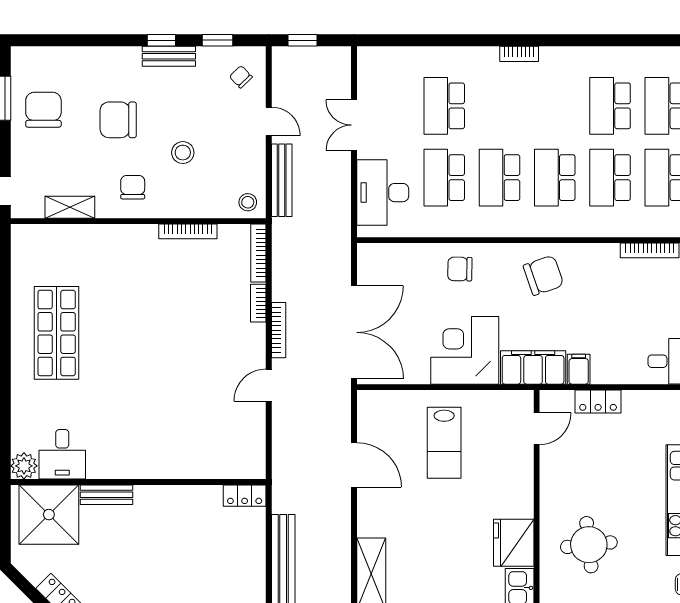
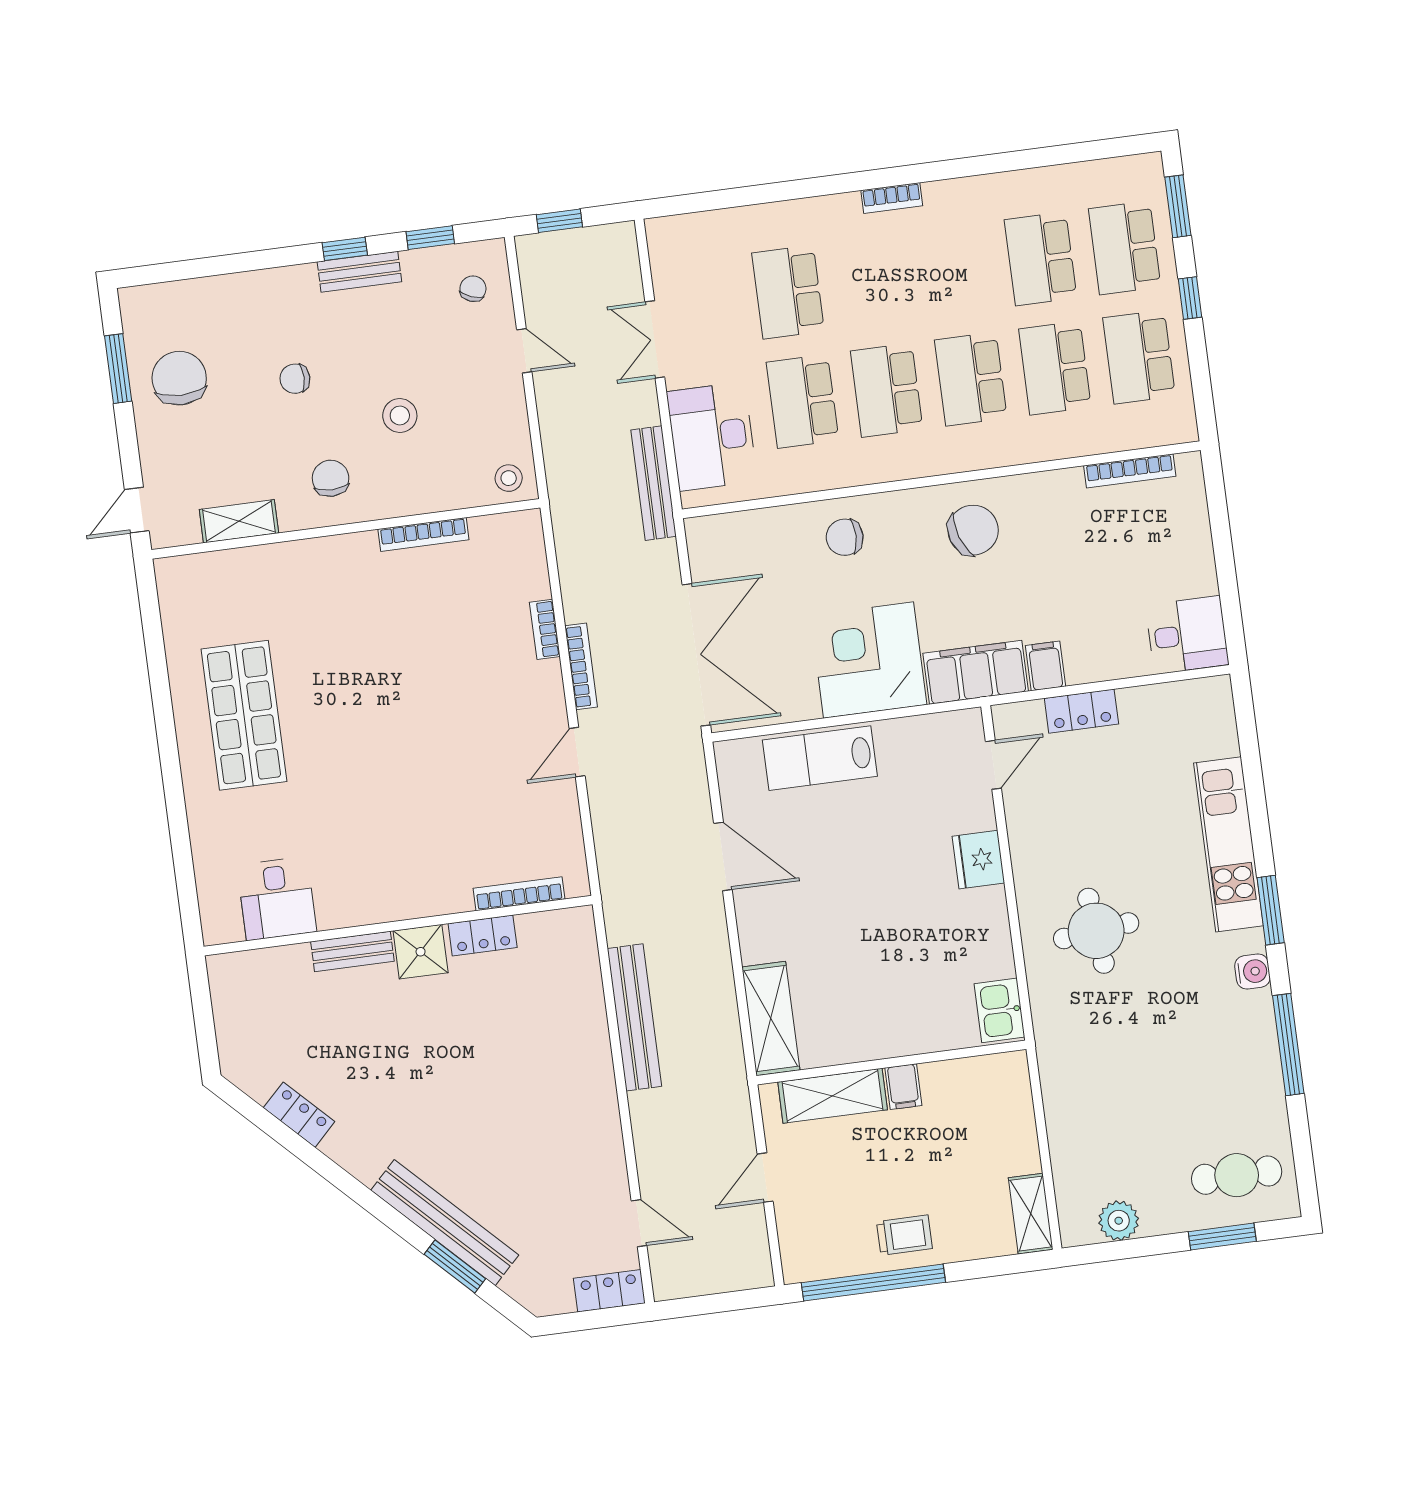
chair: (241, 77) -> (473, 289), turned 65
chair: (118, 120) -> (295, 379), width x0.54, depth x0.54
bench: (282, 180) -> (654, 483), moved
bookcase: (258, 253) -> (519, 894), moved, turned 90
lab bench: (444, 443) -> (820, 758), moved, turned 90
plant: (24, 466) -> (221, 924), removed
locker: (245, 496) -> (483, 935), moved
shower: (49, 515) -> (421, 952), moved, width x0.54, depth x0.54
fridge: (514, 543) -> (978, 860), moved, width x0.73, depth x0.75

